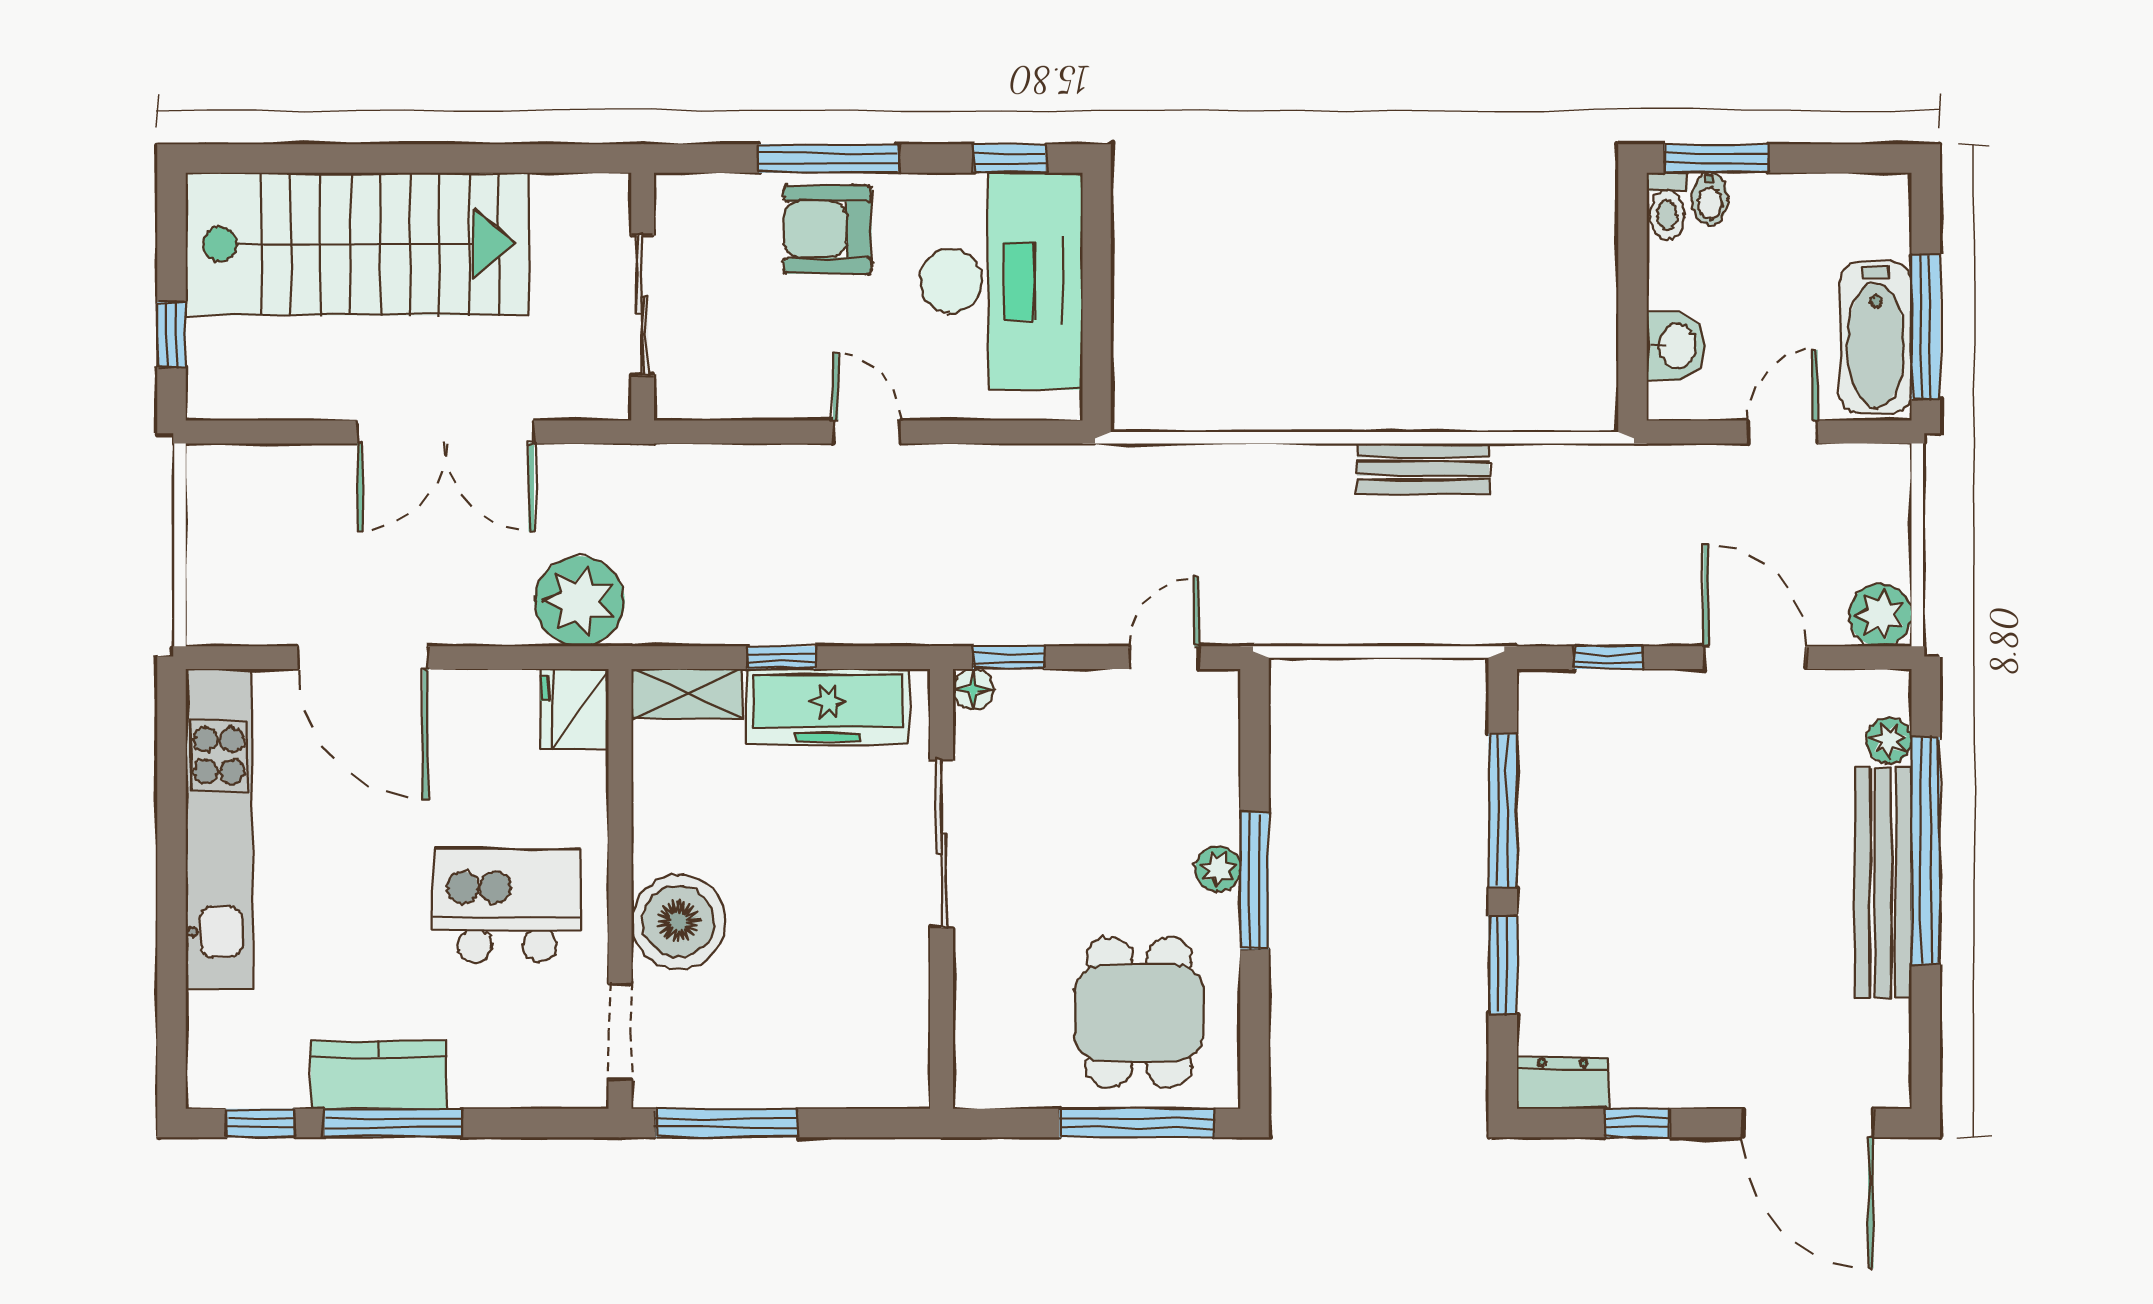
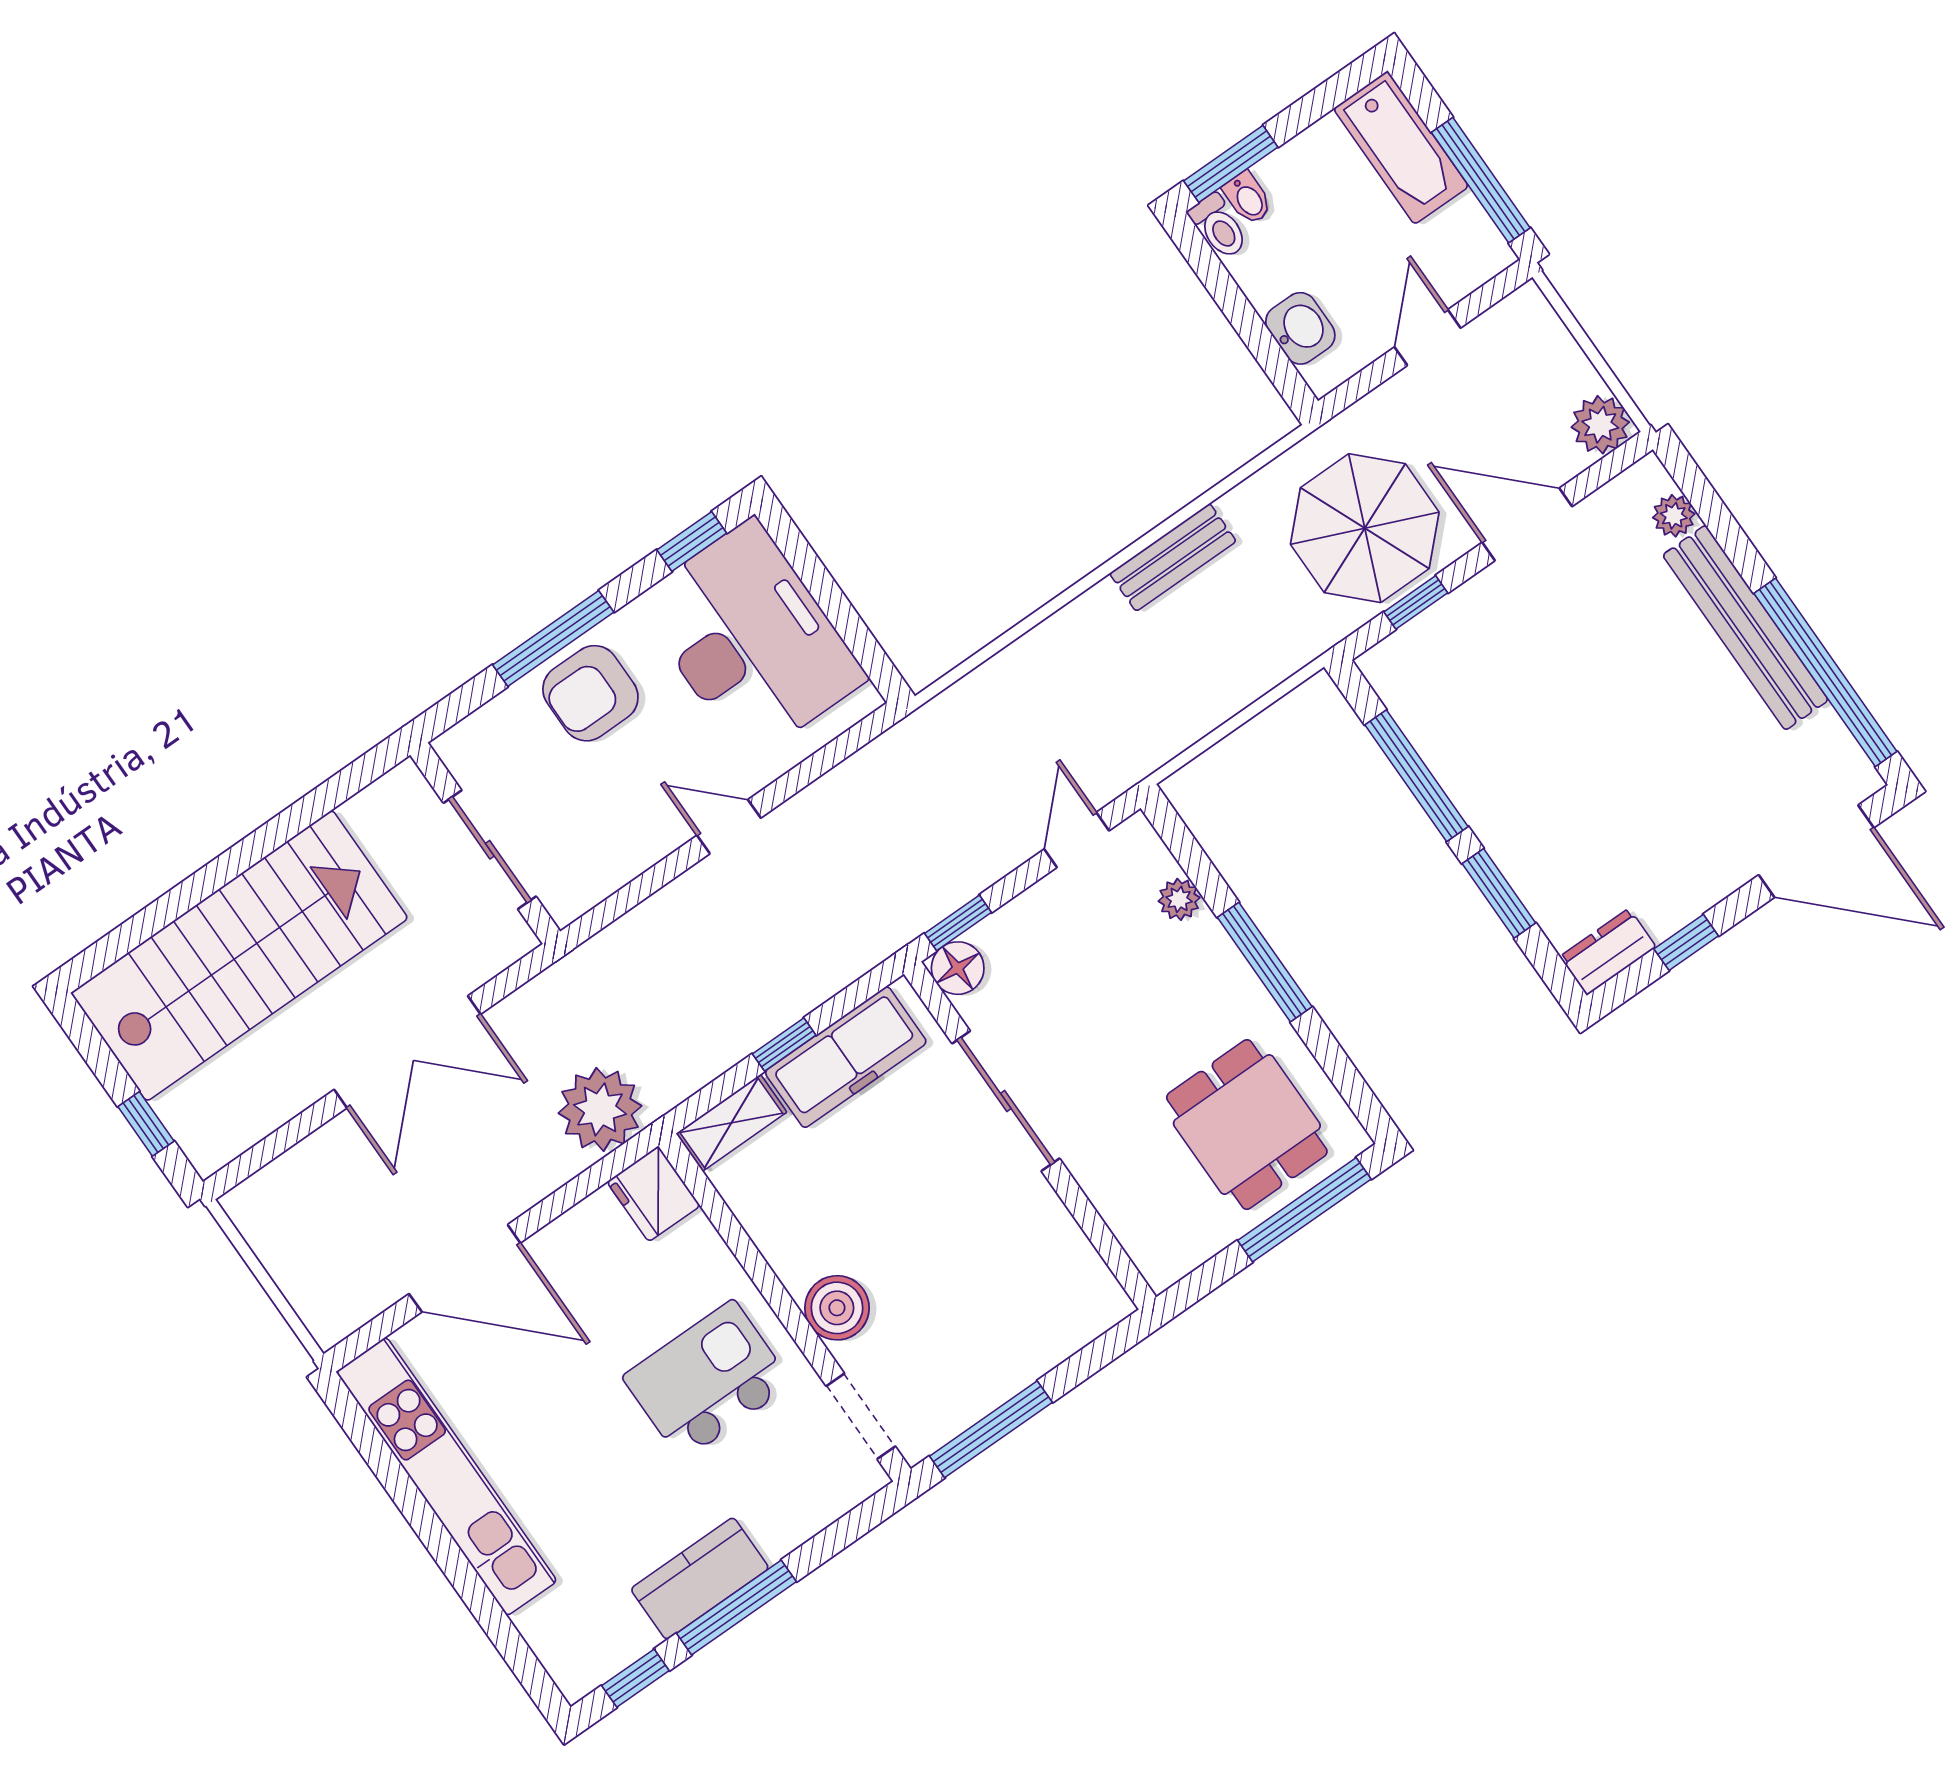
bathtub: (1876, 338) -> (1401, 148), moved
parasol: (1610, 561) -> (1365, 528), added
floor lamp: (973, 689) -> (958, 968), width x1.37, depth x1.37
window: (1926, 851) -> (1825, 672), moved
plant: (1218, 869) -> (1179, 899), moved
boiler: (678, 921) -> (837, 1308), width x0.73, depth x0.73

